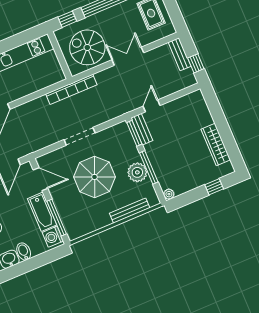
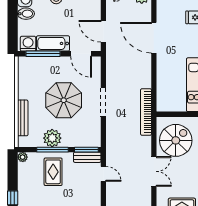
rug: (171, 157) -> (53, 172), added
door: (40, 179) -> (81, 54), hinge flipped

